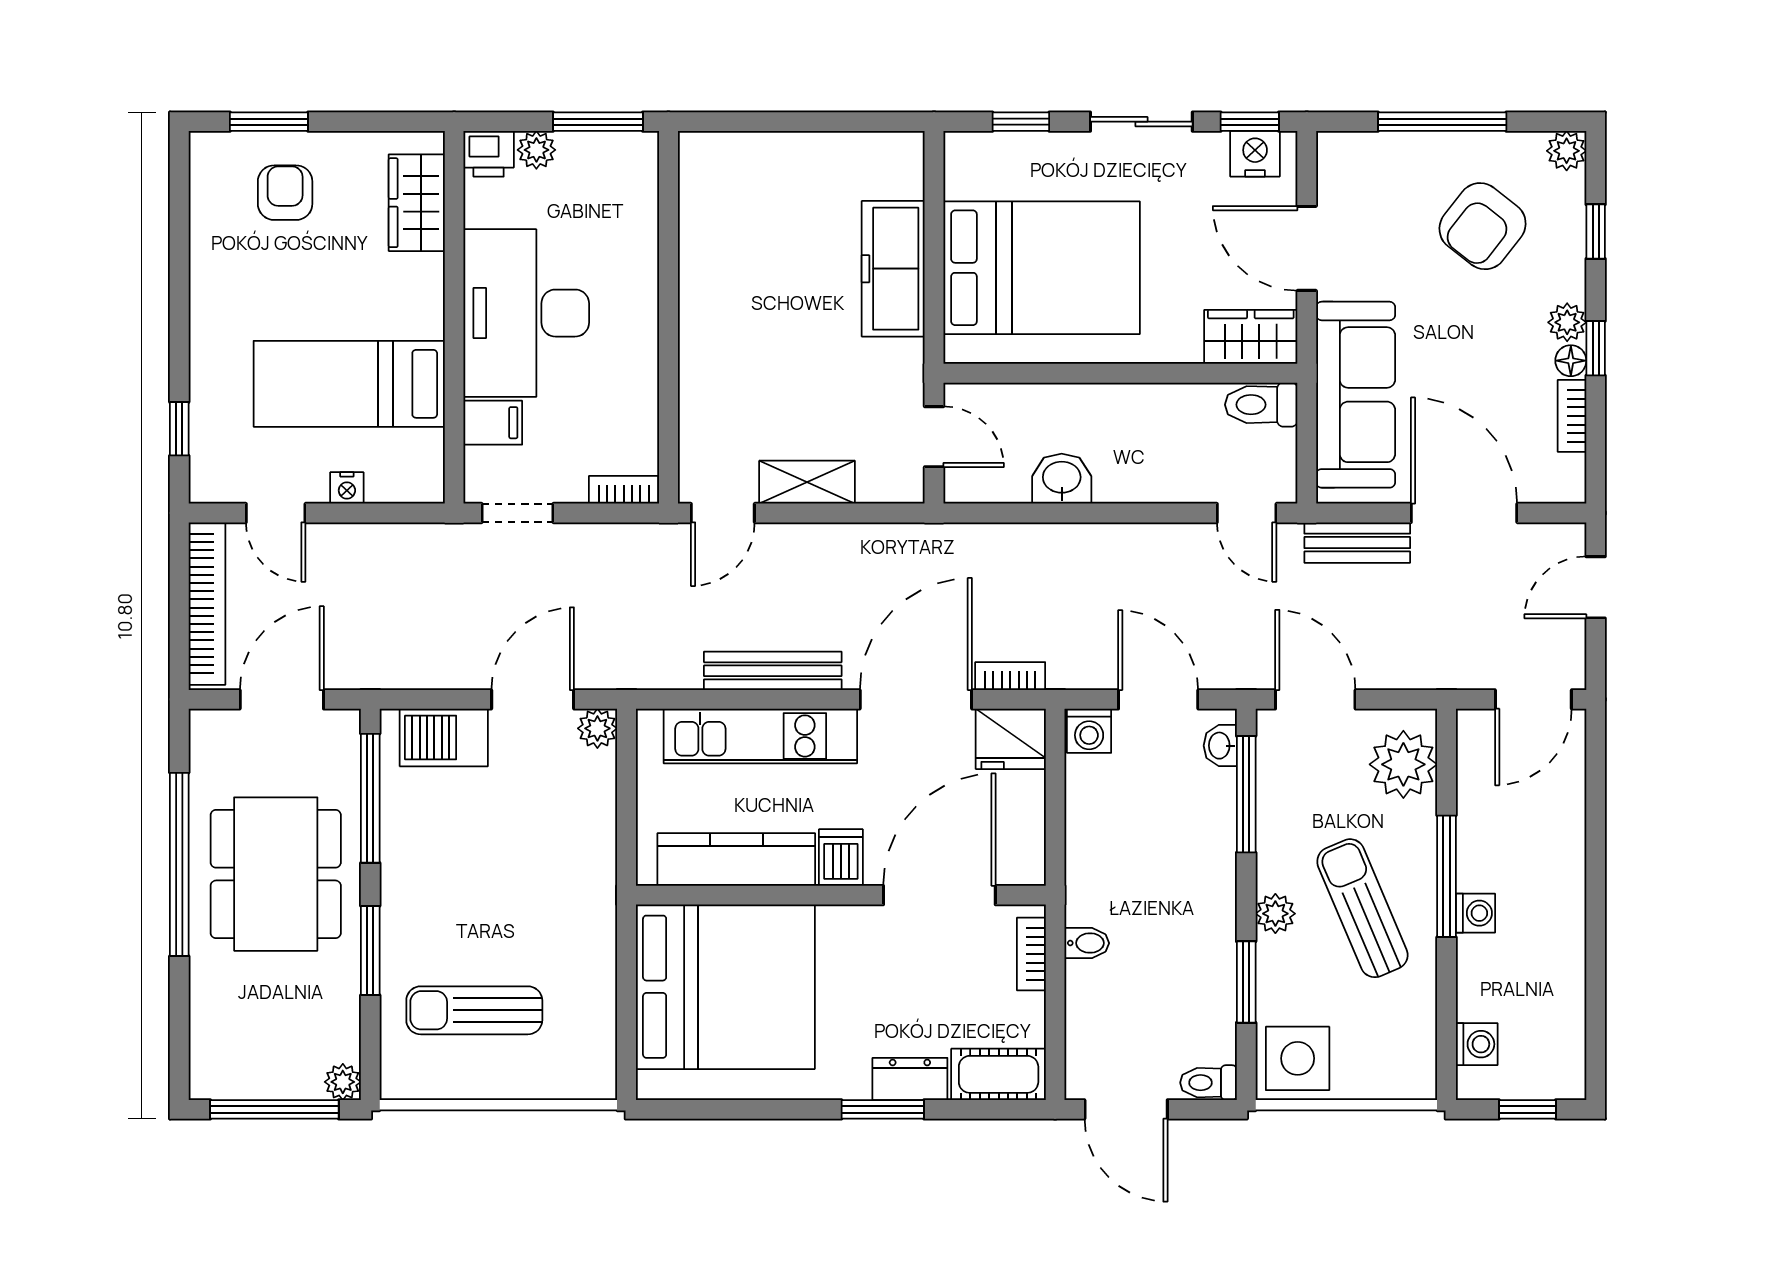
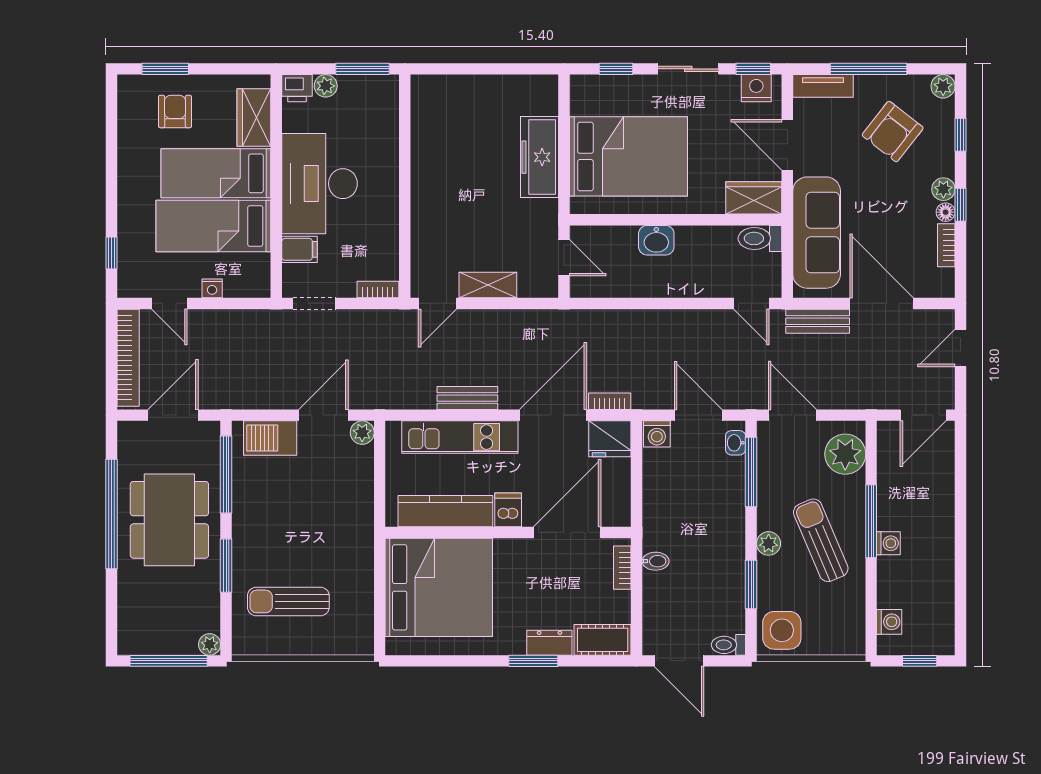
tv unit: (1366, 150) -> (823, 86), added
bed: (353, 296) -> (216, 173), added
washbasin: (1062, 479) -> (656, 240), moved, turned 180
bench: (773, 671) -> (467, 398), width x0.73

